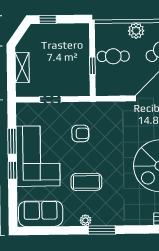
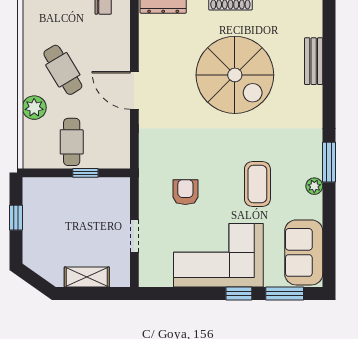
window: (48, 19) -> (16, 218), moved
window: (12, 141) -> (285, 294), moved

